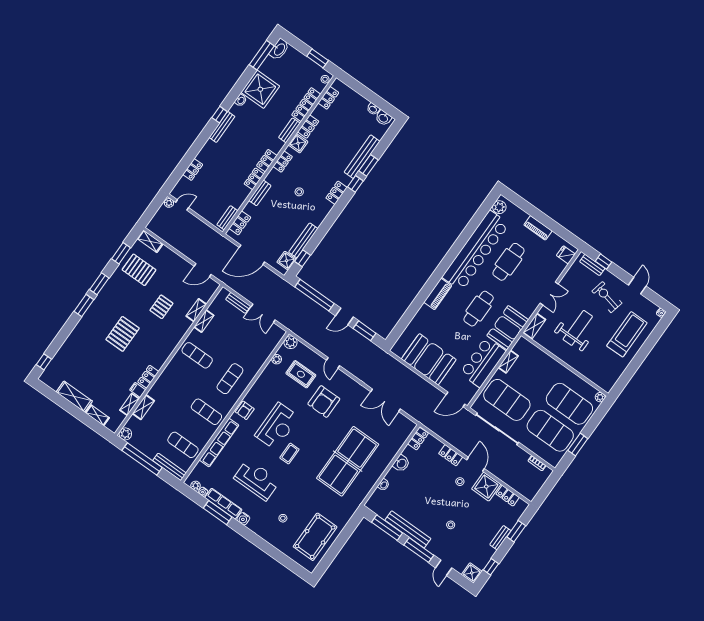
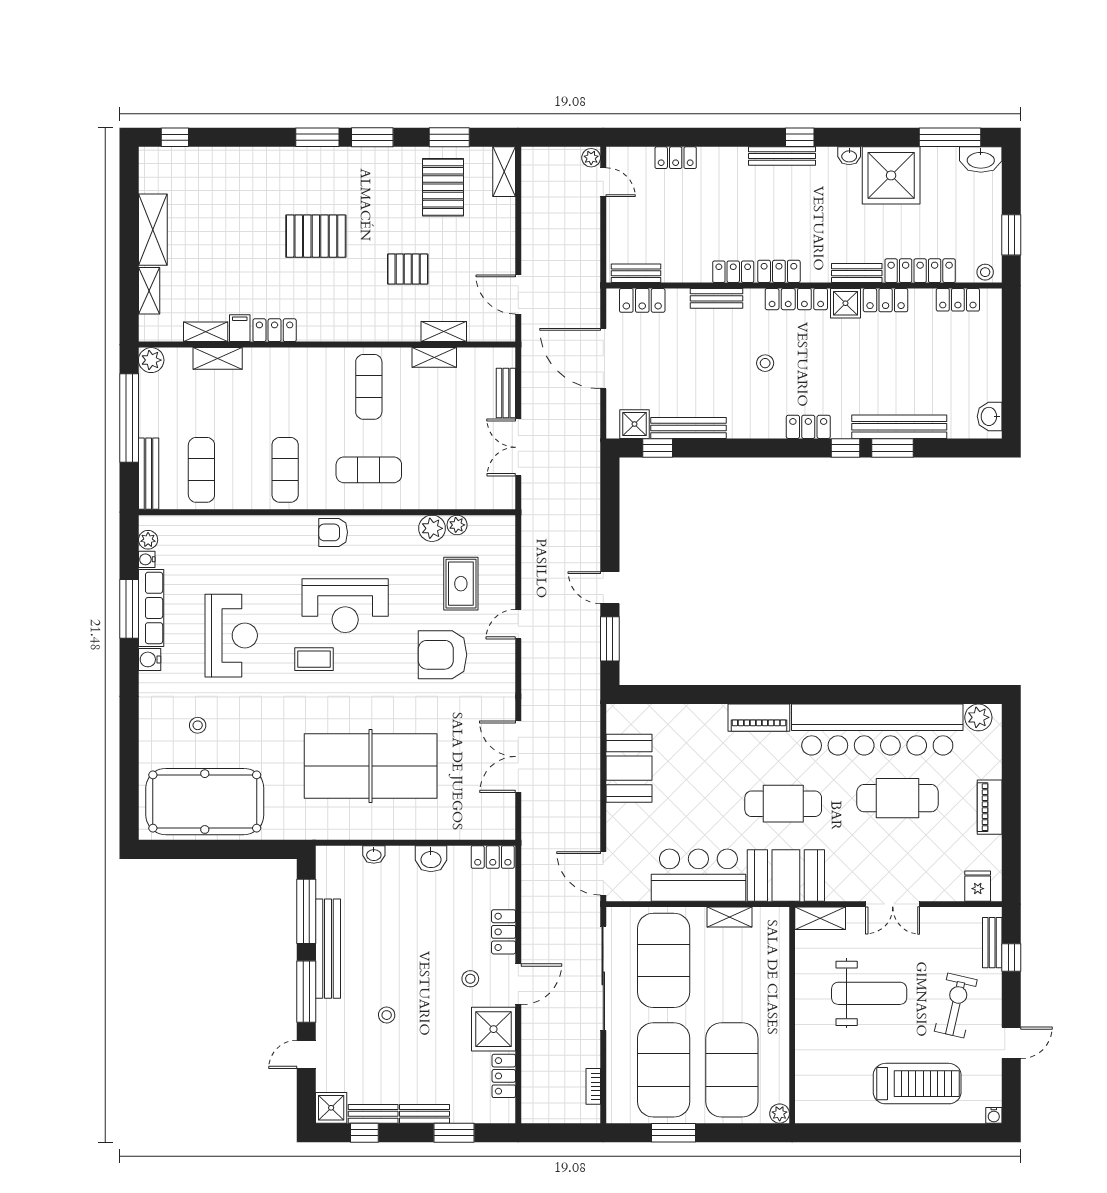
washbasin: (373, 109) -> (992, 389), removed
locker: (283, 162) -> (796, 299), width x1.53
window: (315, 295) -> (610, 512), removed
plant: (291, 342) -> (432, 528), moved
booth: (429, 359) -> (629, 768), width x0.73, depth x0.70
row of seats: (219, 443) -> (248, 528), removed
pool table: (315, 537) -> (205, 802), width x1.36, depth x1.32
bench: (486, 558) -> (373, 1114), added

